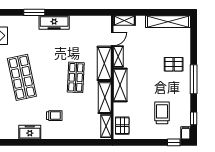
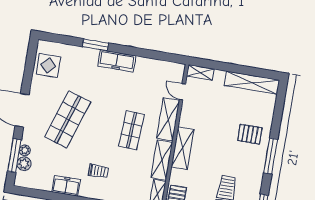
door: (112, 39) -> (182, 92), swing flipped
shelving: (118, 56) -> (186, 114), removed
shop shelf: (22, 77) -> (68, 119), turned 30

